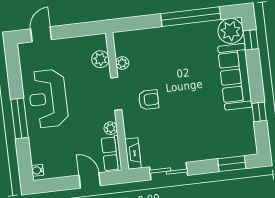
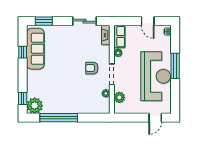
sofa: (235, 77) -> (35, 49), moved
reception desk: (48, 99) -> (156, 76), width x1.36, depth x1.30
door: (90, 180) -> (148, 21), moved

